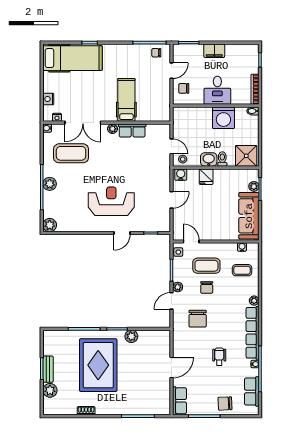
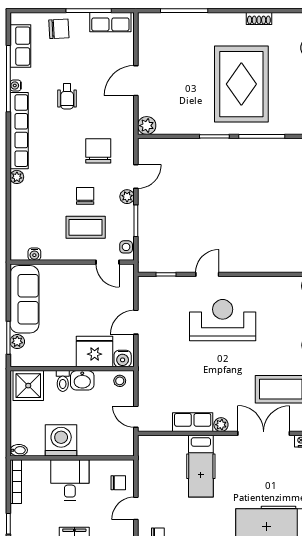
door: (171, 146) -> (136, 417), moved
fridge: (206, 177) -> (95, 352), width x1.88, depth x1.34
reception desk: (111, 201) -> (223, 320), turned 180
coffee table: (242, 270) -> (34, 221), removed
plant: (131, 336) -> (147, 126), moved
row of seats: (179, 401) -> (110, 22), moved, turned -90

